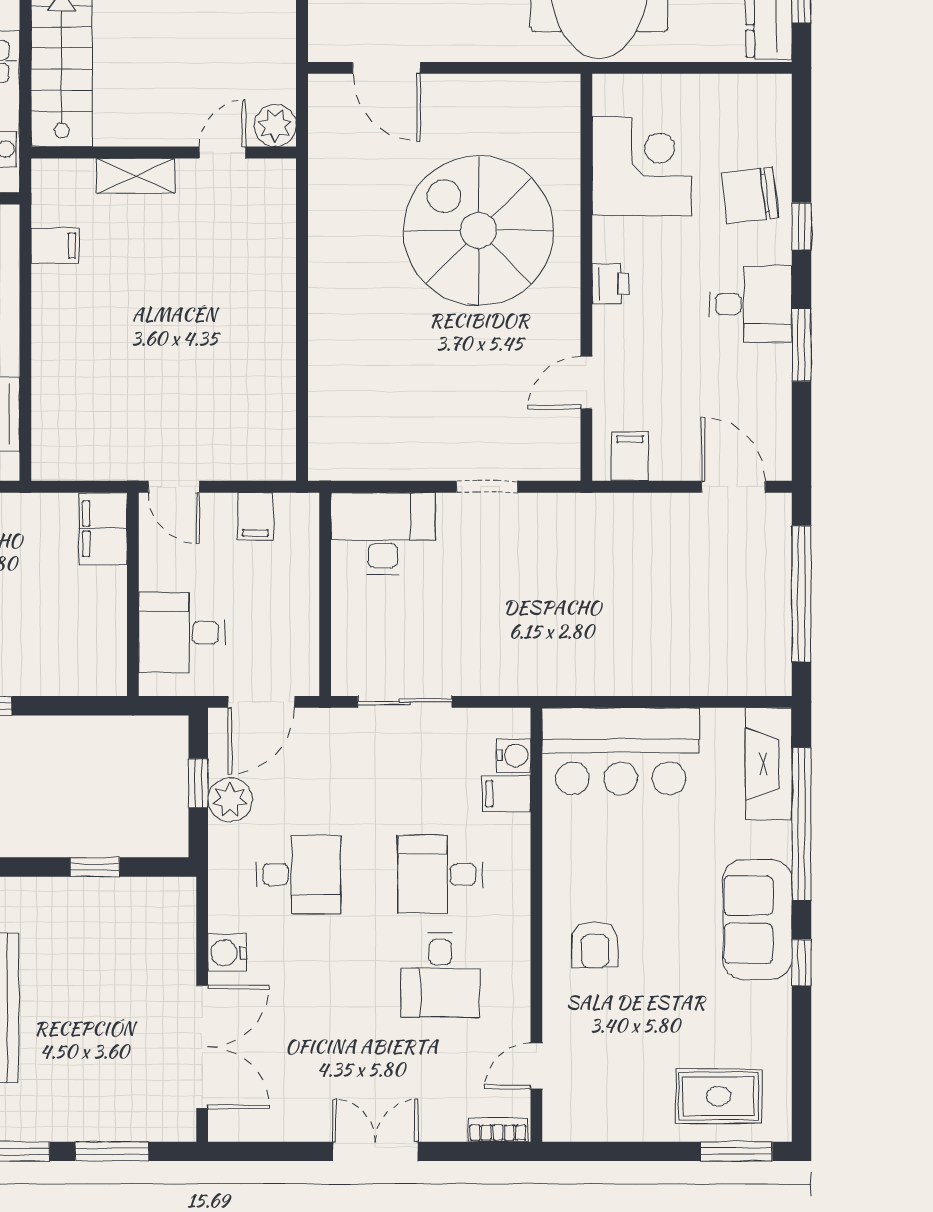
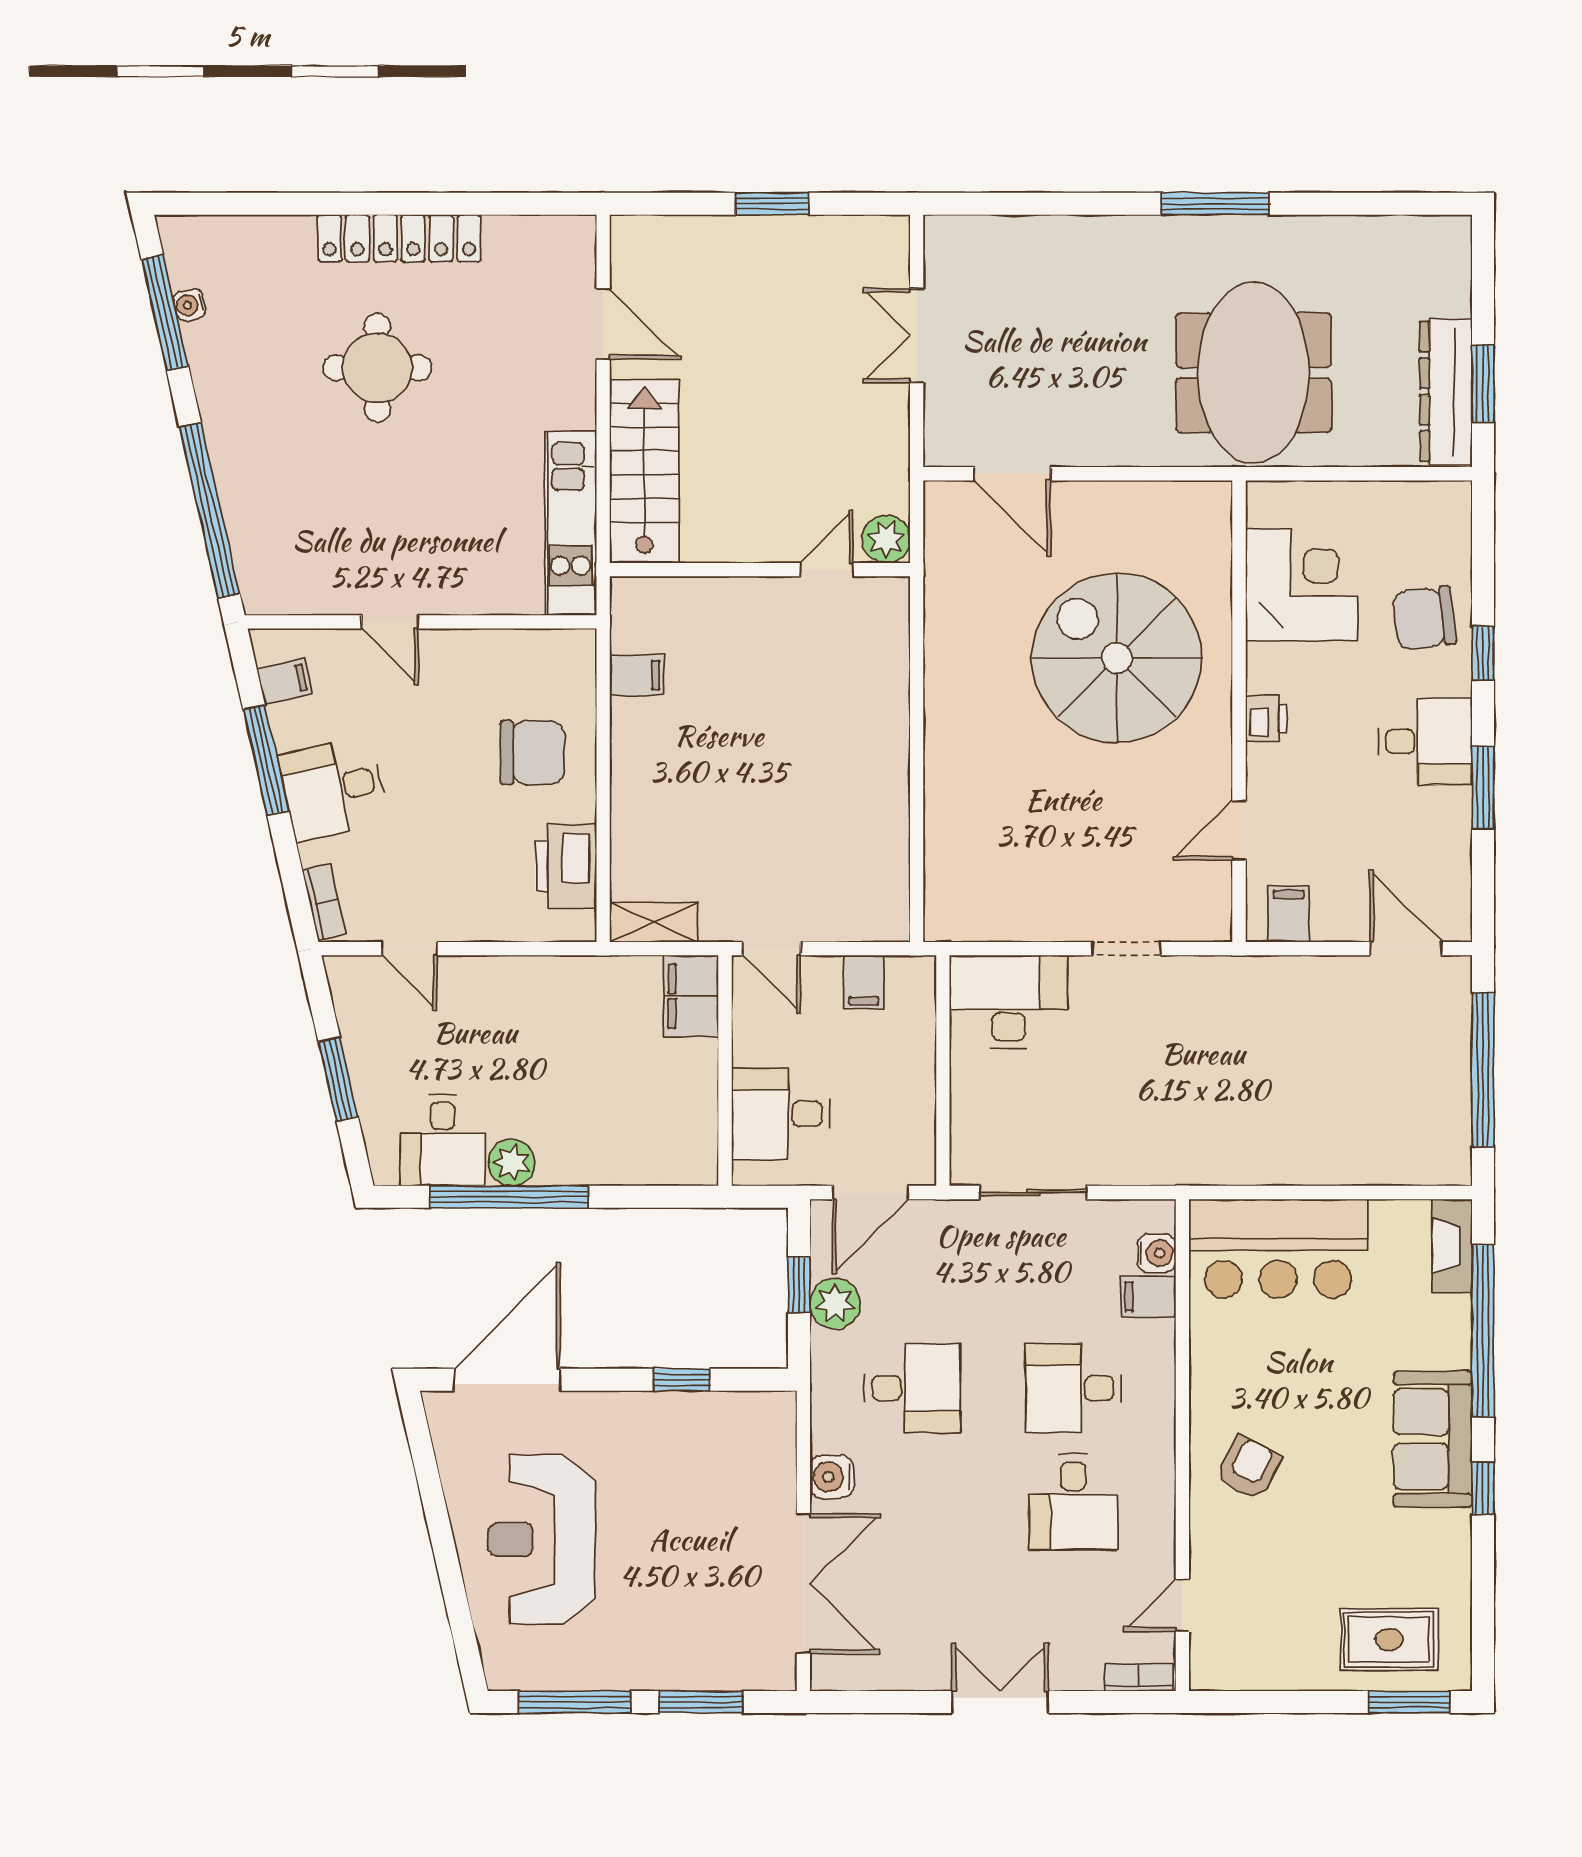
shelving: (136, 176) -> (654, 922), moved
fireplace: (769, 764) -> (1452, 1246), width x0.73, depth x0.76
armchair: (595, 945) -> (1249, 1468), turned -152

